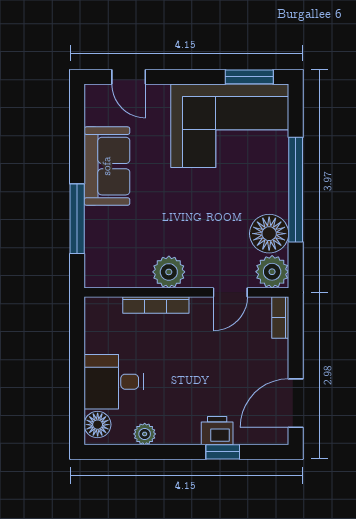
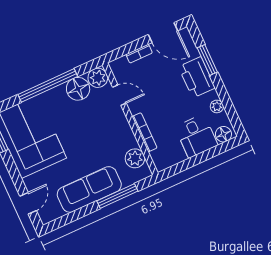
sofa: (107, 166) -> (89, 189), width x1.36
plant: (169, 272) -> (135, 158), moved
bookcase: (280, 318) -> (139, 54), moved
printer: (217, 431) -> (197, 77), width x1.87, depth x1.48
window: (223, 452) -> (207, 60), width x1.50

